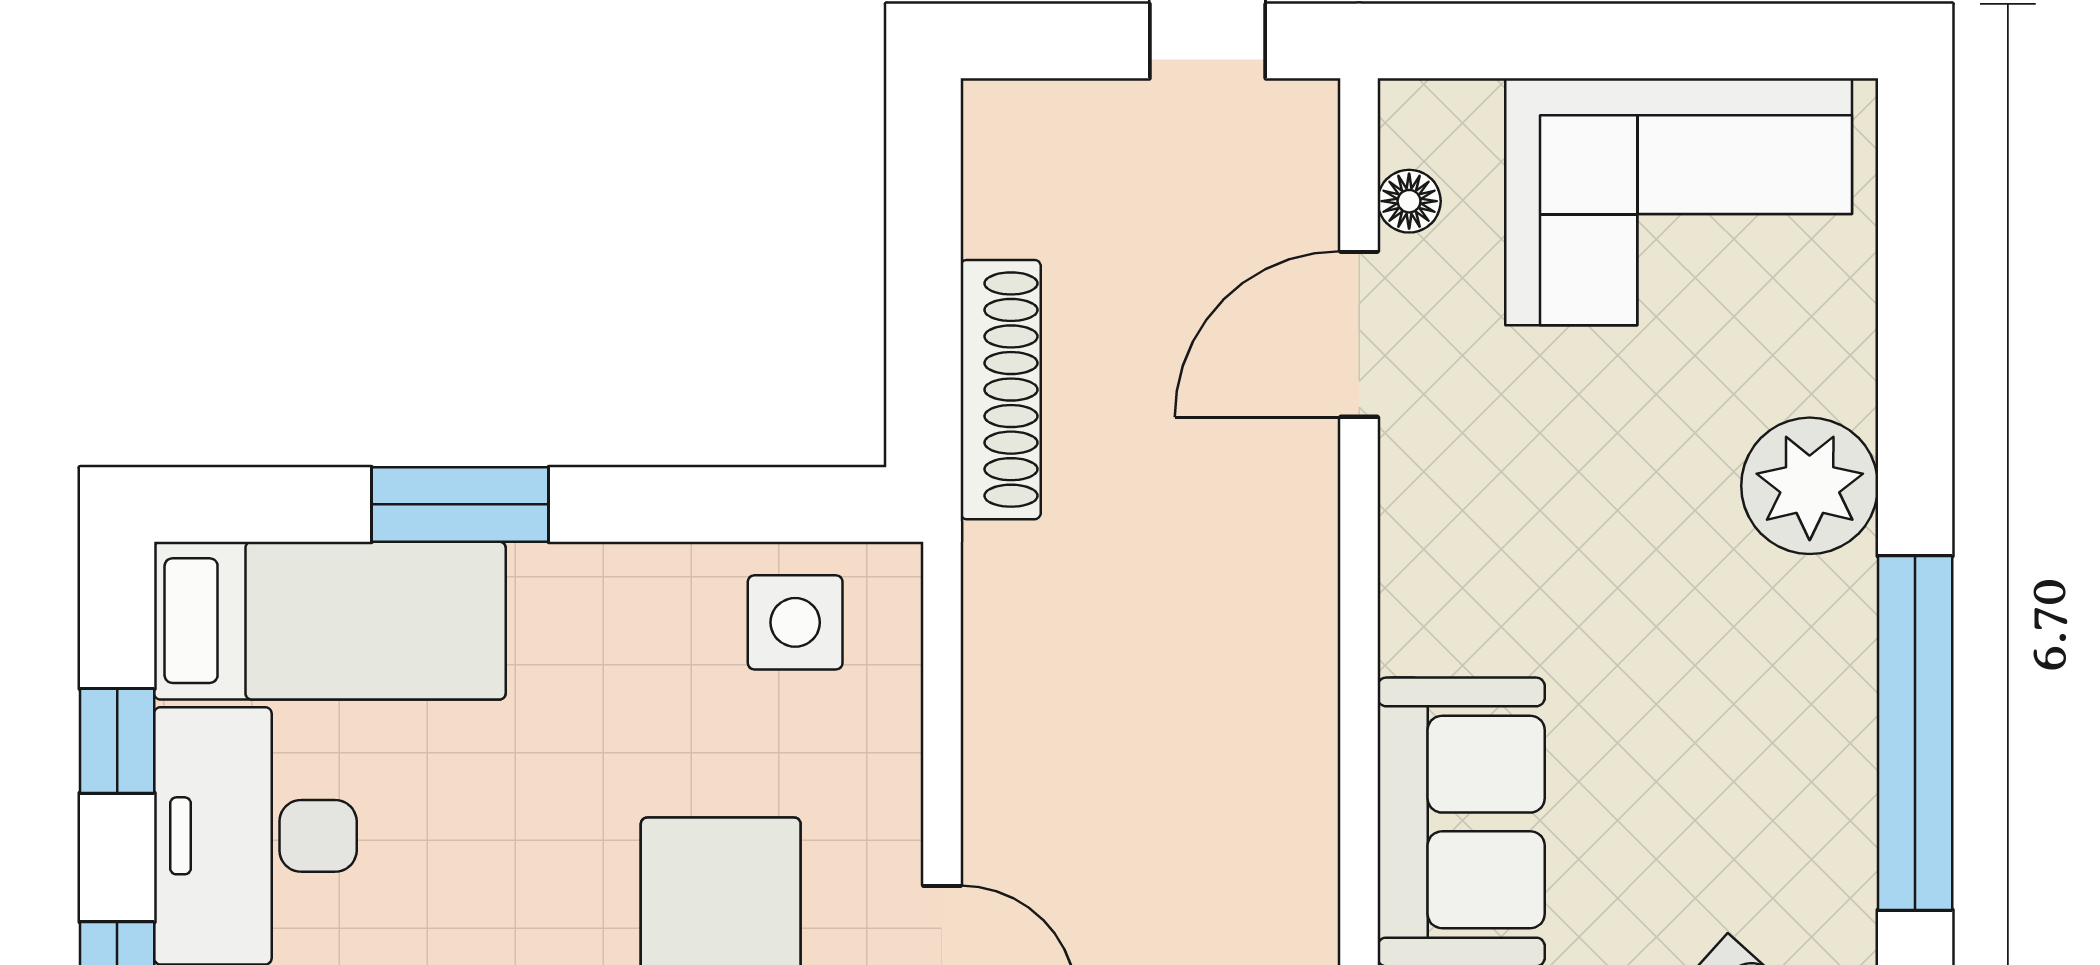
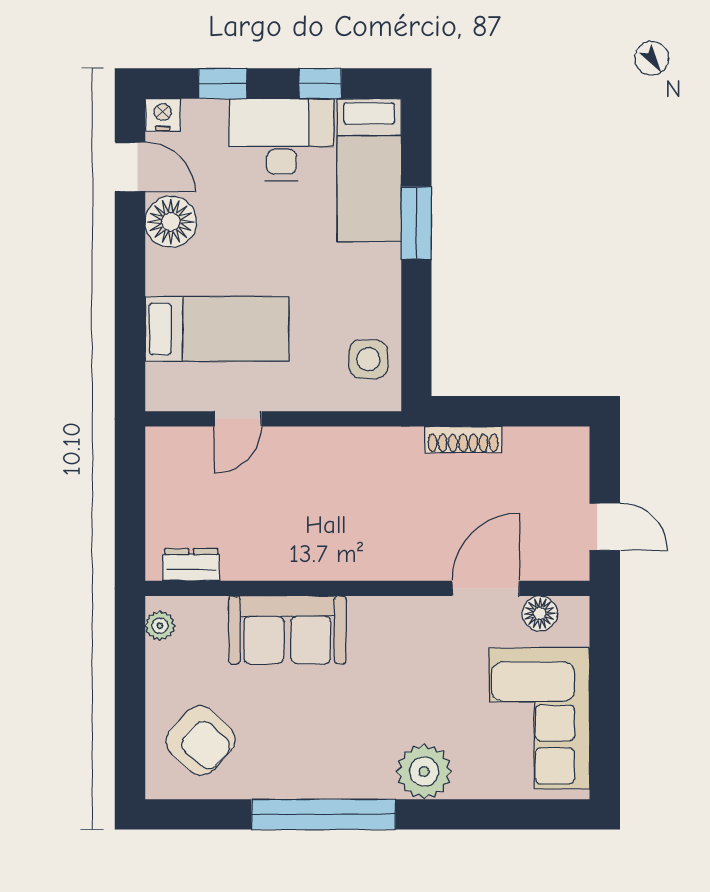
floor lamp: (1409, 201) -> (540, 613), width x1.37, depth x1.37
door: (1359, 334) -> (486, 588), hinge flipped
shoe rack: (1001, 390) -> (463, 440), width x0.74, depth x0.81

